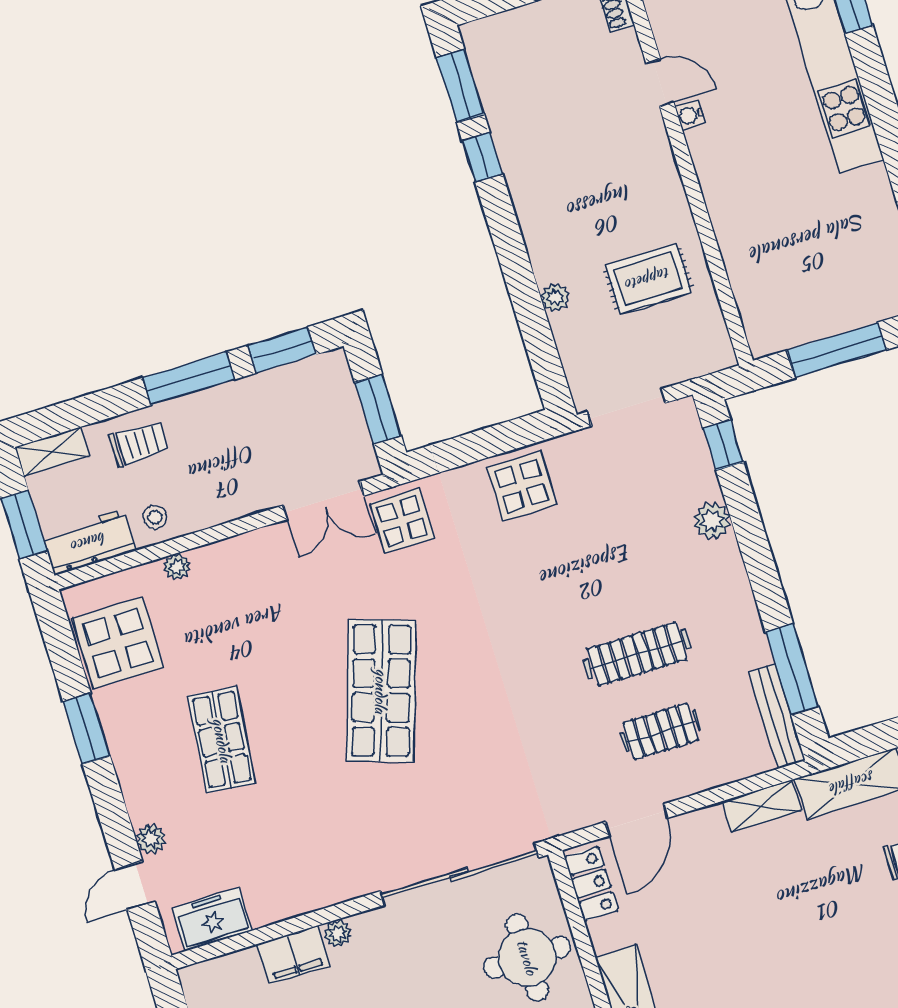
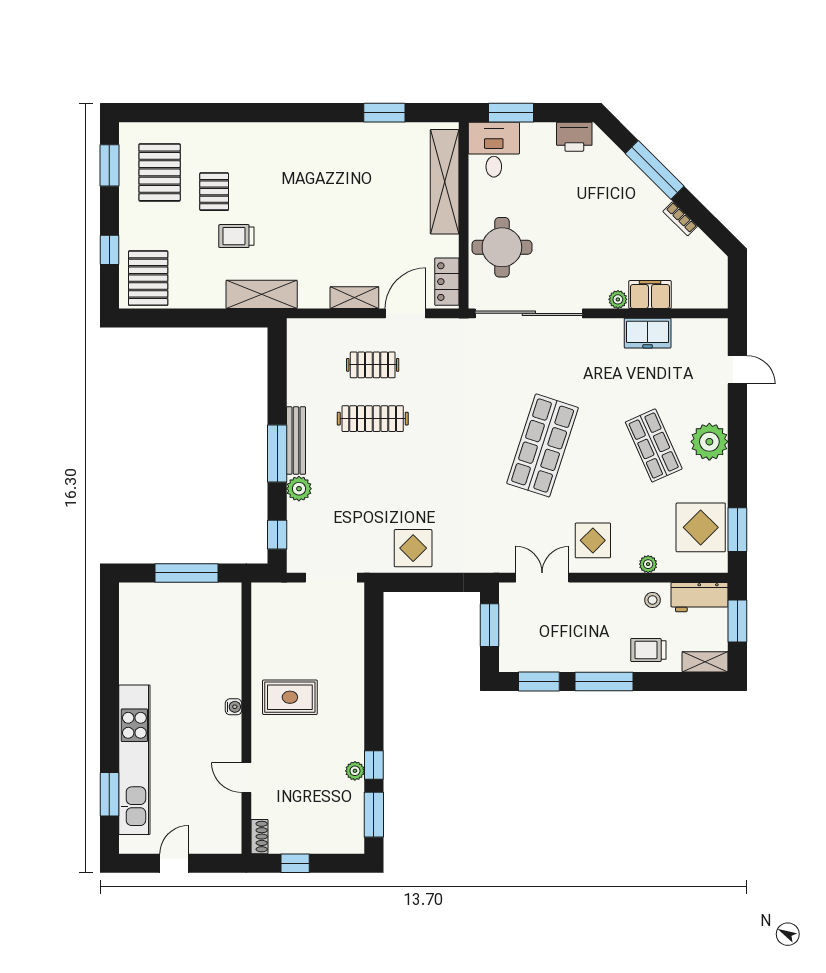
water cooler: (690, 115) -> (234, 707), moved
rug: (648, 279) -> (290, 697), moved
plant: (555, 297) -> (355, 771), moved
display table: (402, 521) -> (593, 540), moved
window: (792, 669) -> (277, 454), moved
bench: (777, 716) -> (296, 441), moved
window: (87, 729) -> (737, 530), moved
shop shelf: (222, 740) -> (654, 445), turned -30
shelving: (762, 806) -> (354, 298), moved
plant: (151, 839) -> (709, 442), moved, width x1.87, depth x1.87
door: (135, 886) -> (737, 370), hinge flipped
freezer: (212, 919) -> (648, 333), moved

